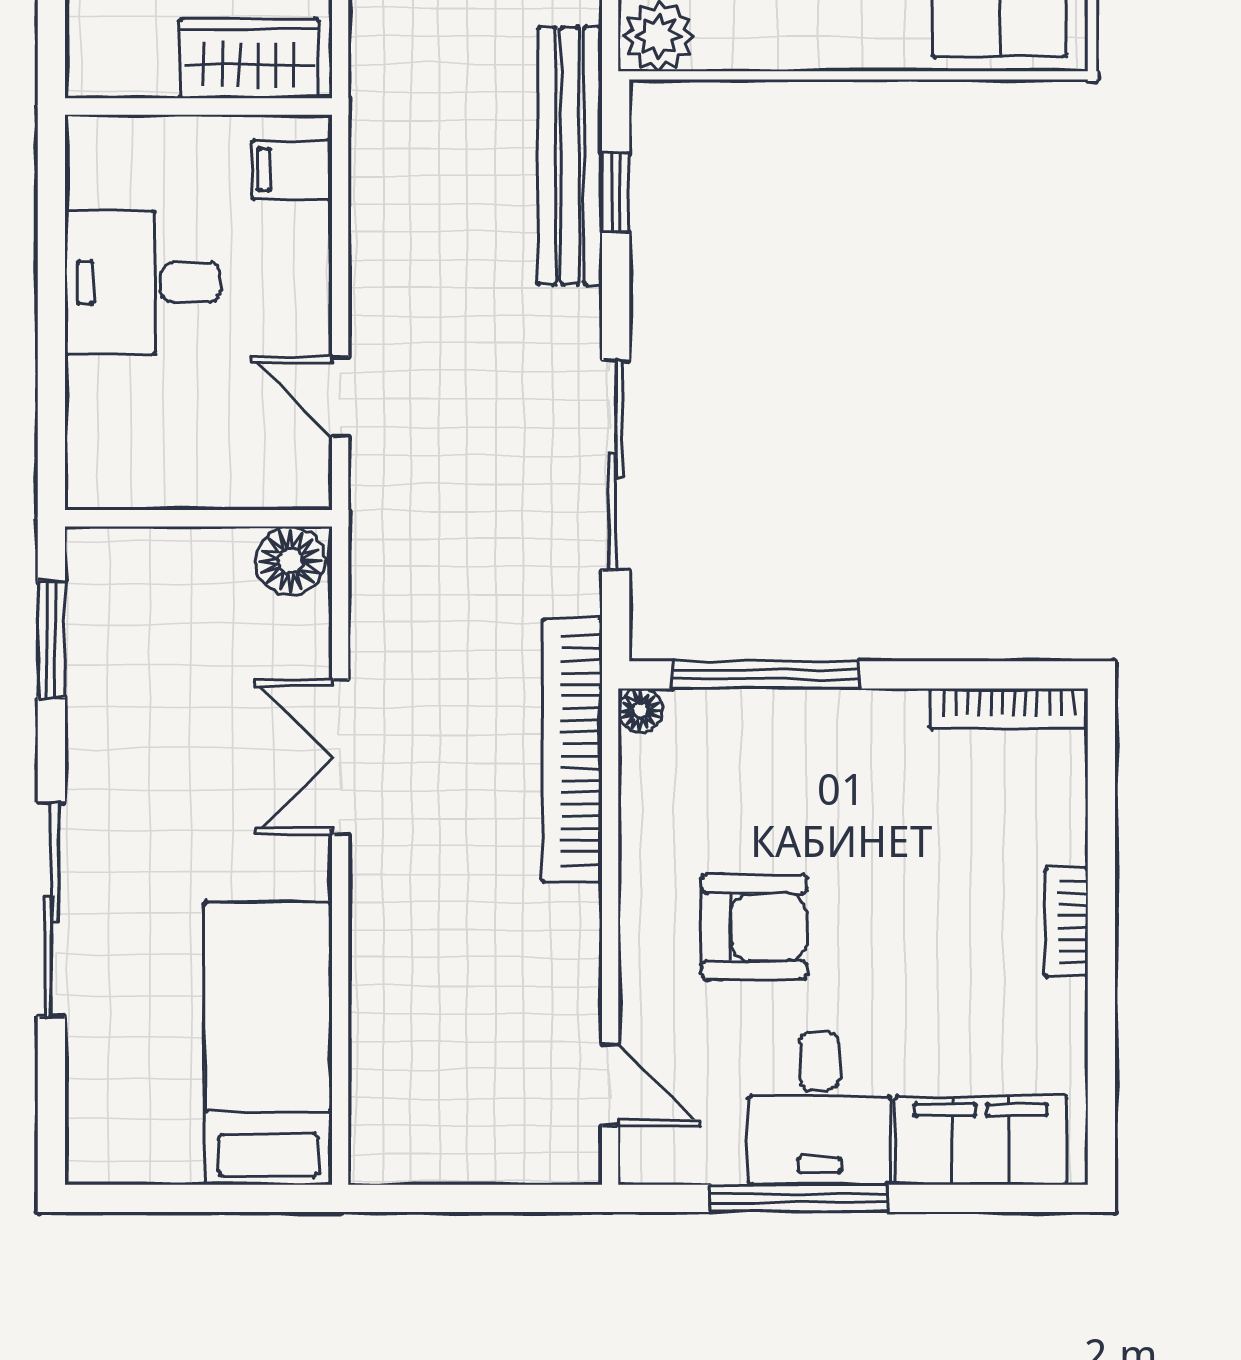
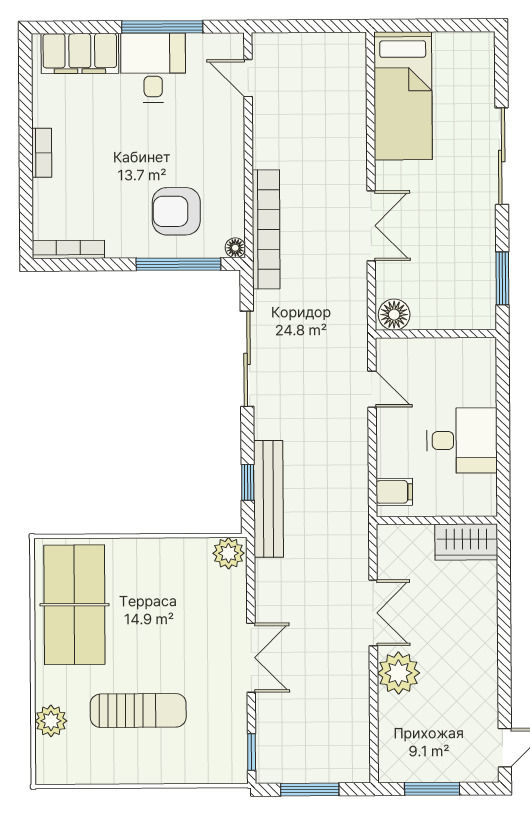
wardrobe: (249, 58) -> (466, 542), moved
armchair: (754, 927) -> (176, 211), moved

